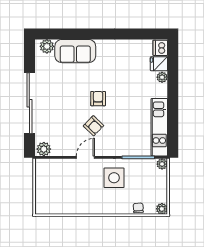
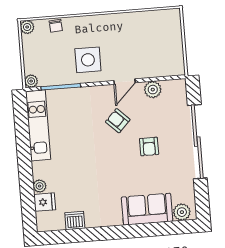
dishwasher: (160, 48) -> (75, 221), moved, turned -90
armchair: (98, 99) -> (149, 146), moved
plant: (44, 149) -> (153, 90), moved

